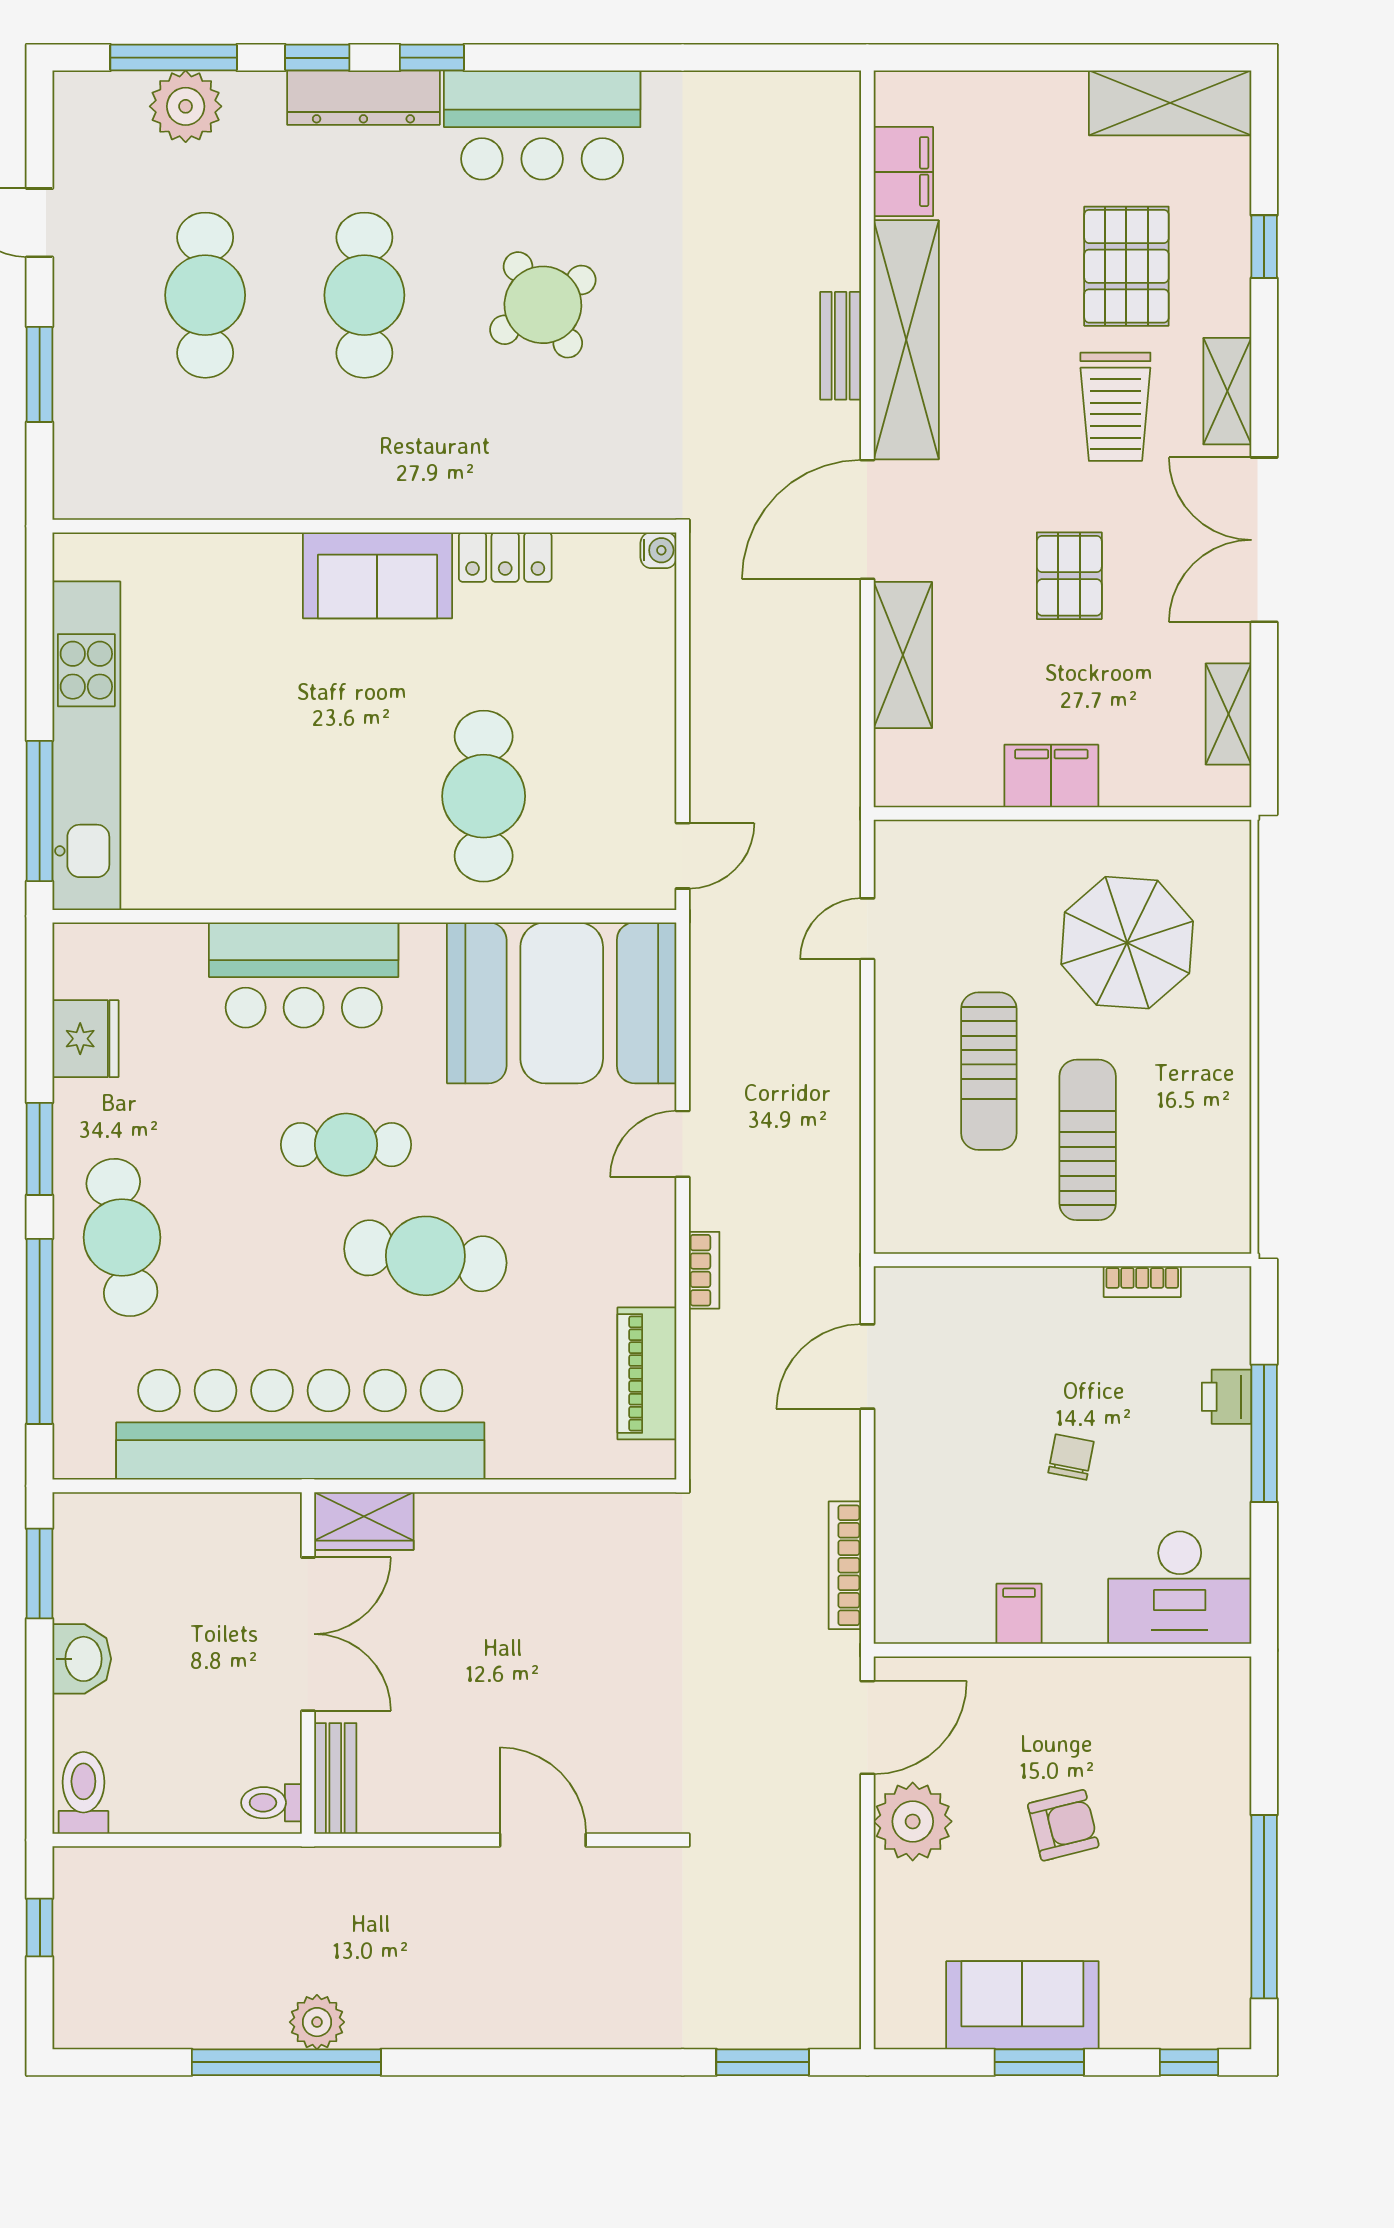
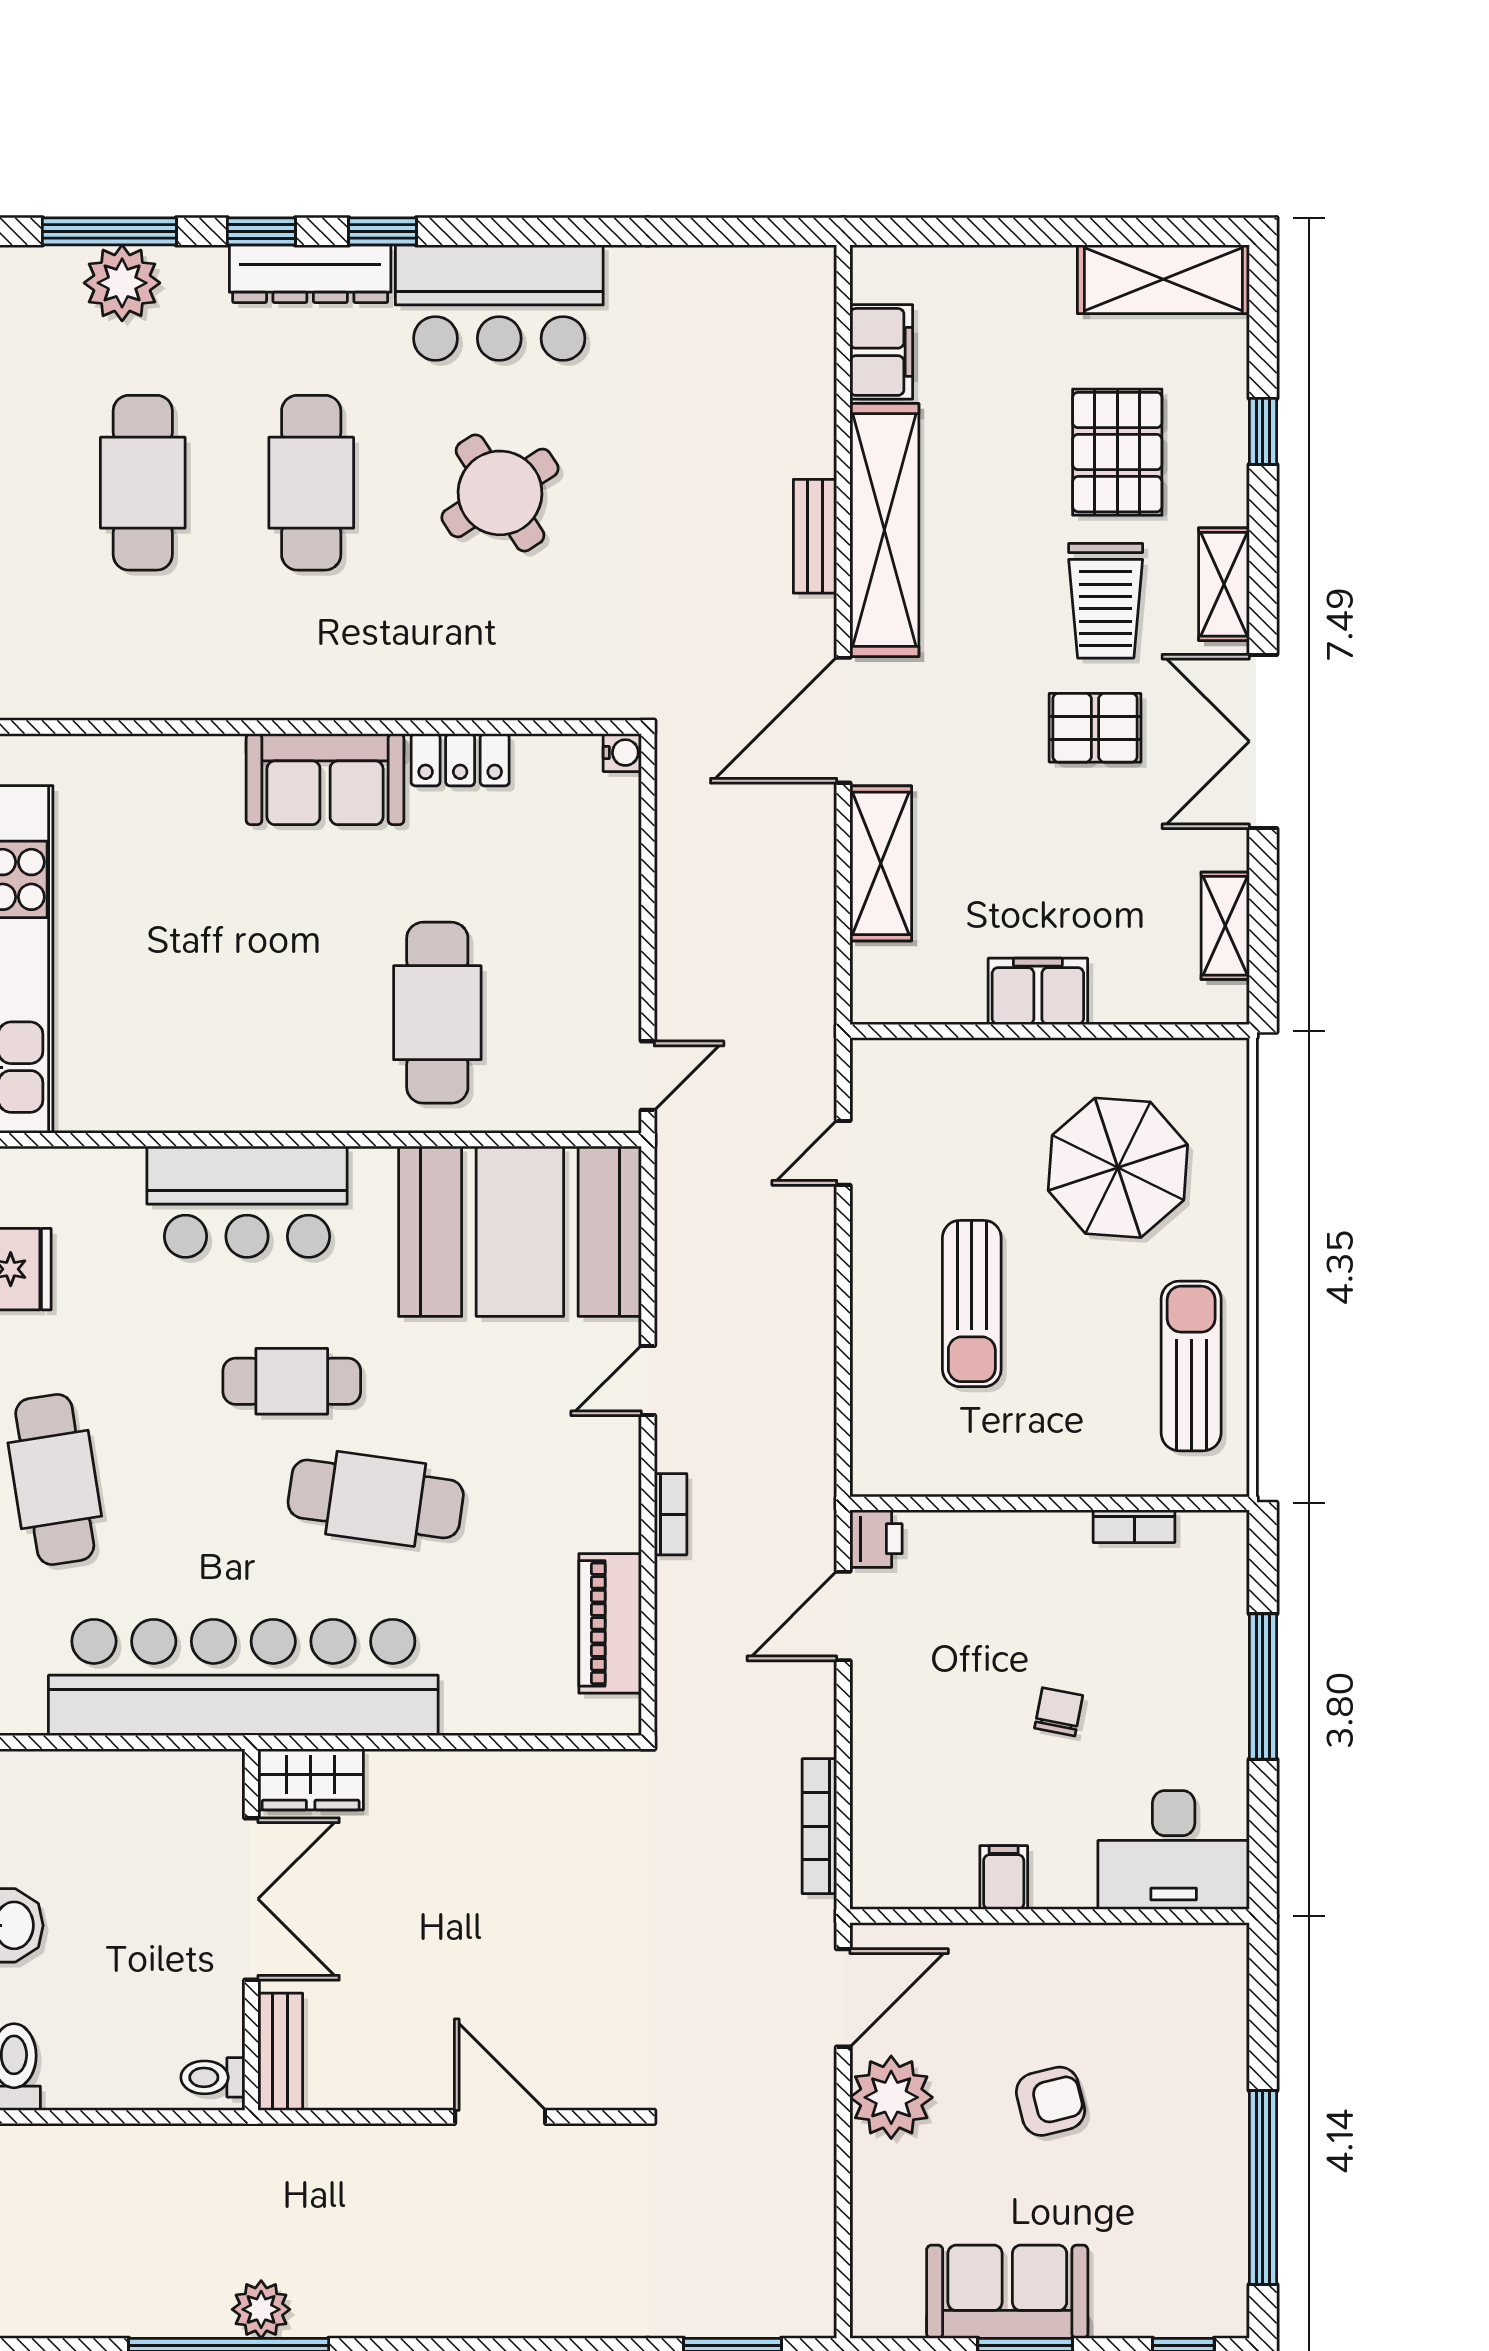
pallet: (1069, 576) -> (1095, 728), moved, turned 90
sun lounger: (1088, 1140) -> (1191, 1366), moved
printer: (1227, 1397) -> (876, 1539), moved, turned 180

